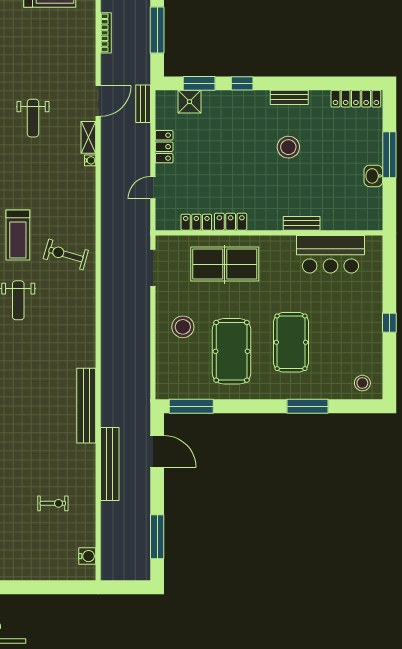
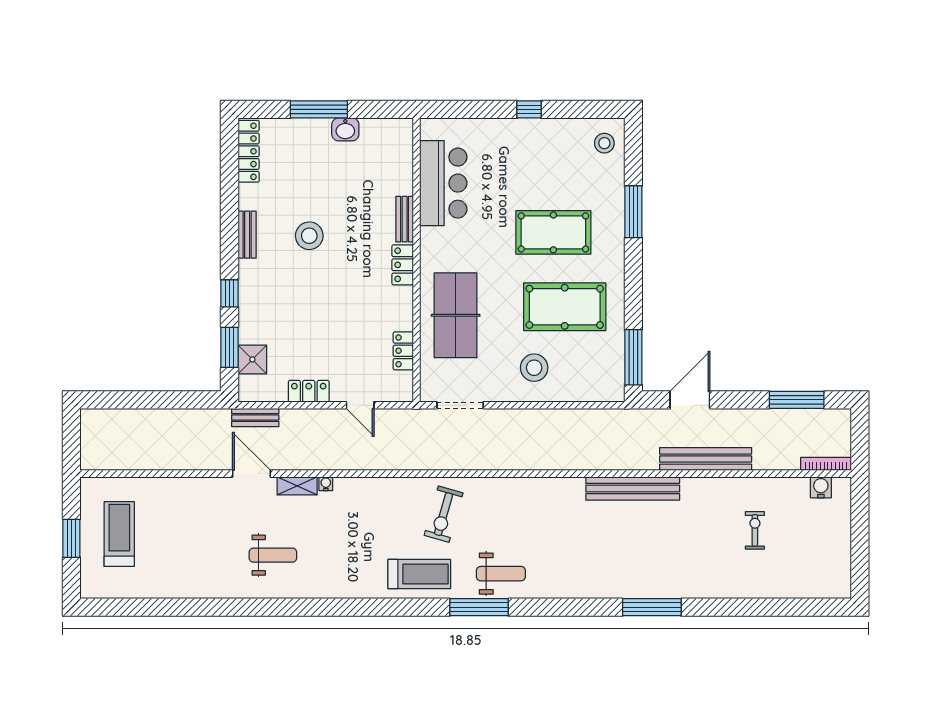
window: (157, 30) -> (163, 400), removed
bookcase: (106, 33) -> (826, 464), moved
locker: (231, 222) -> (403, 265), moved

